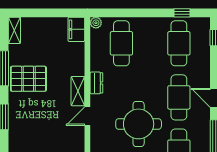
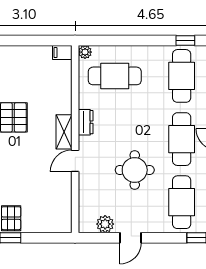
filing cabinet: (76, 29) -> (62, 53), width x0.50
cafe table: (121, 43) -> (115, 76), turned 90
round table: (139, 124) -> (135, 170), width x0.73, depth x0.73

